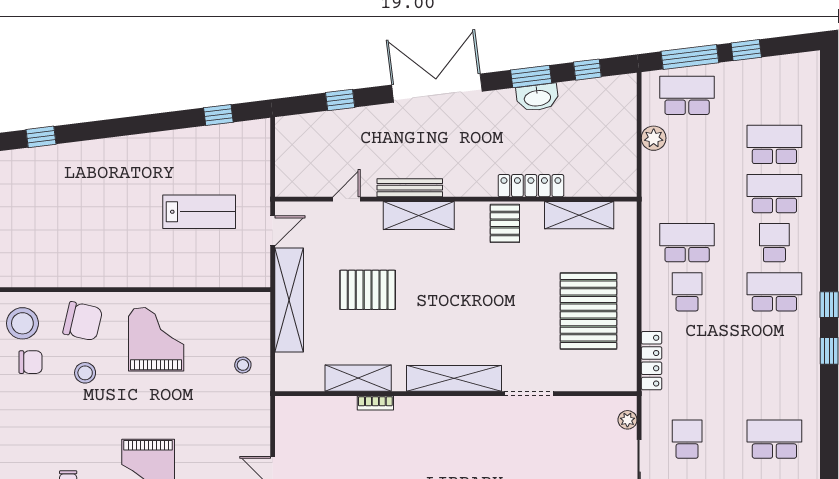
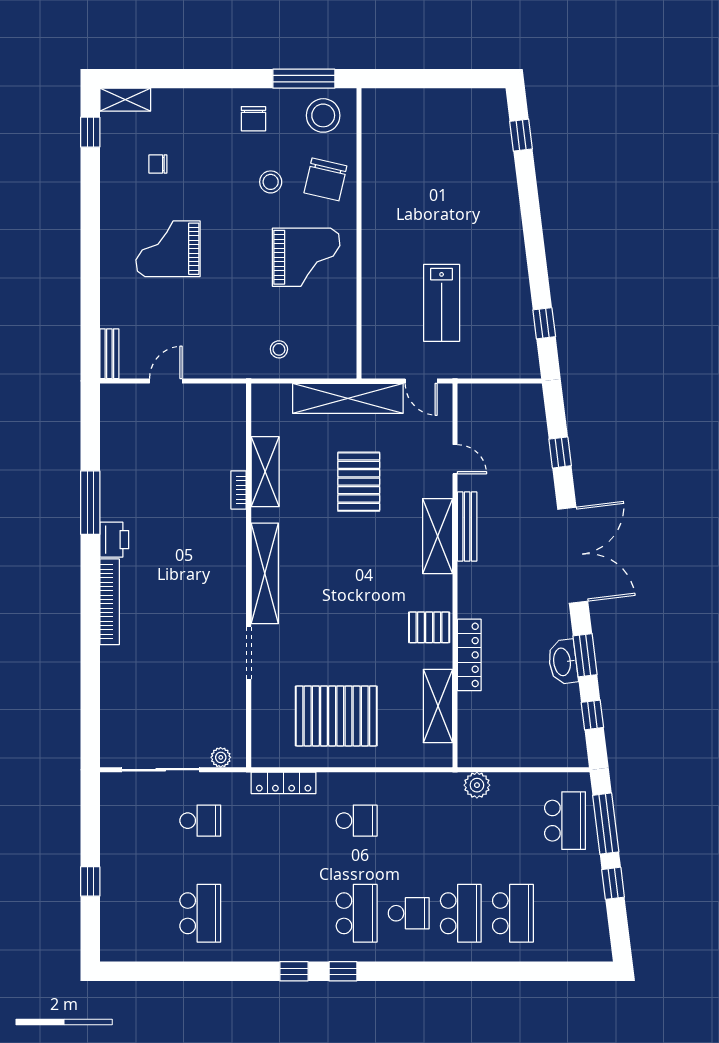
plant: (654, 138) -> (477, 785), moved
school desk: (687, 243) -> (409, 821), removed
chair: (31, 362) -> (253, 119), moved

